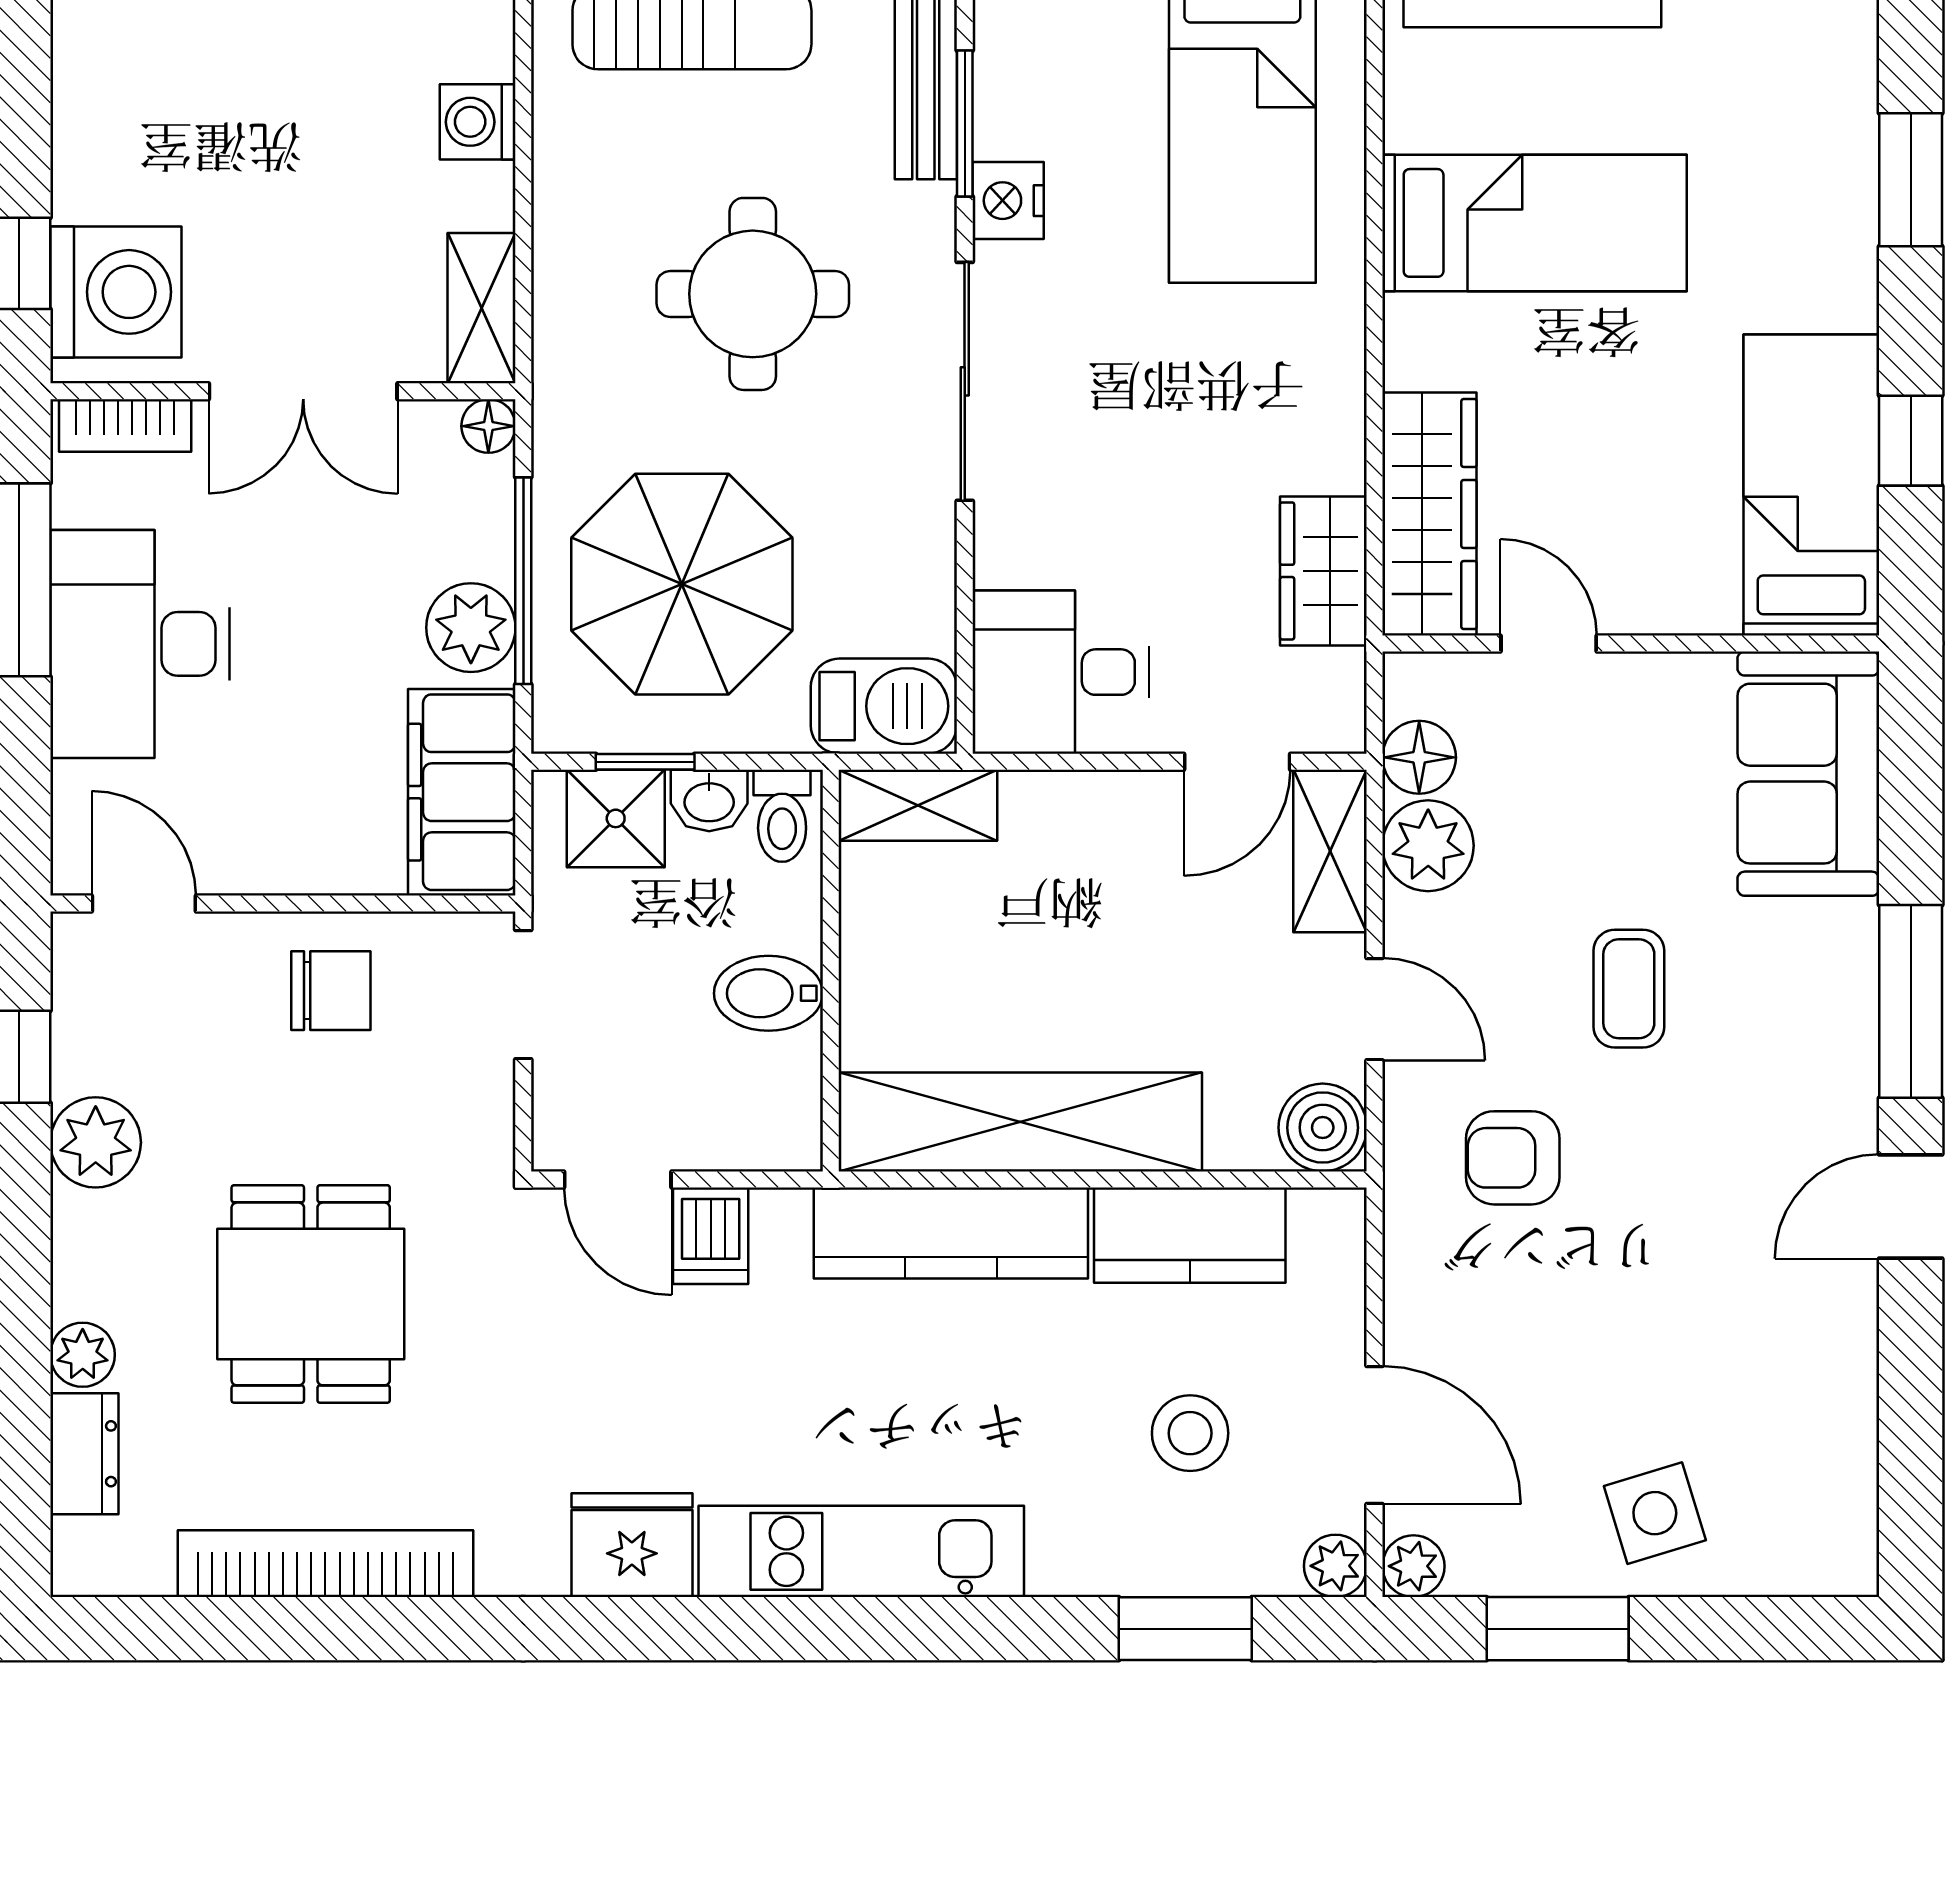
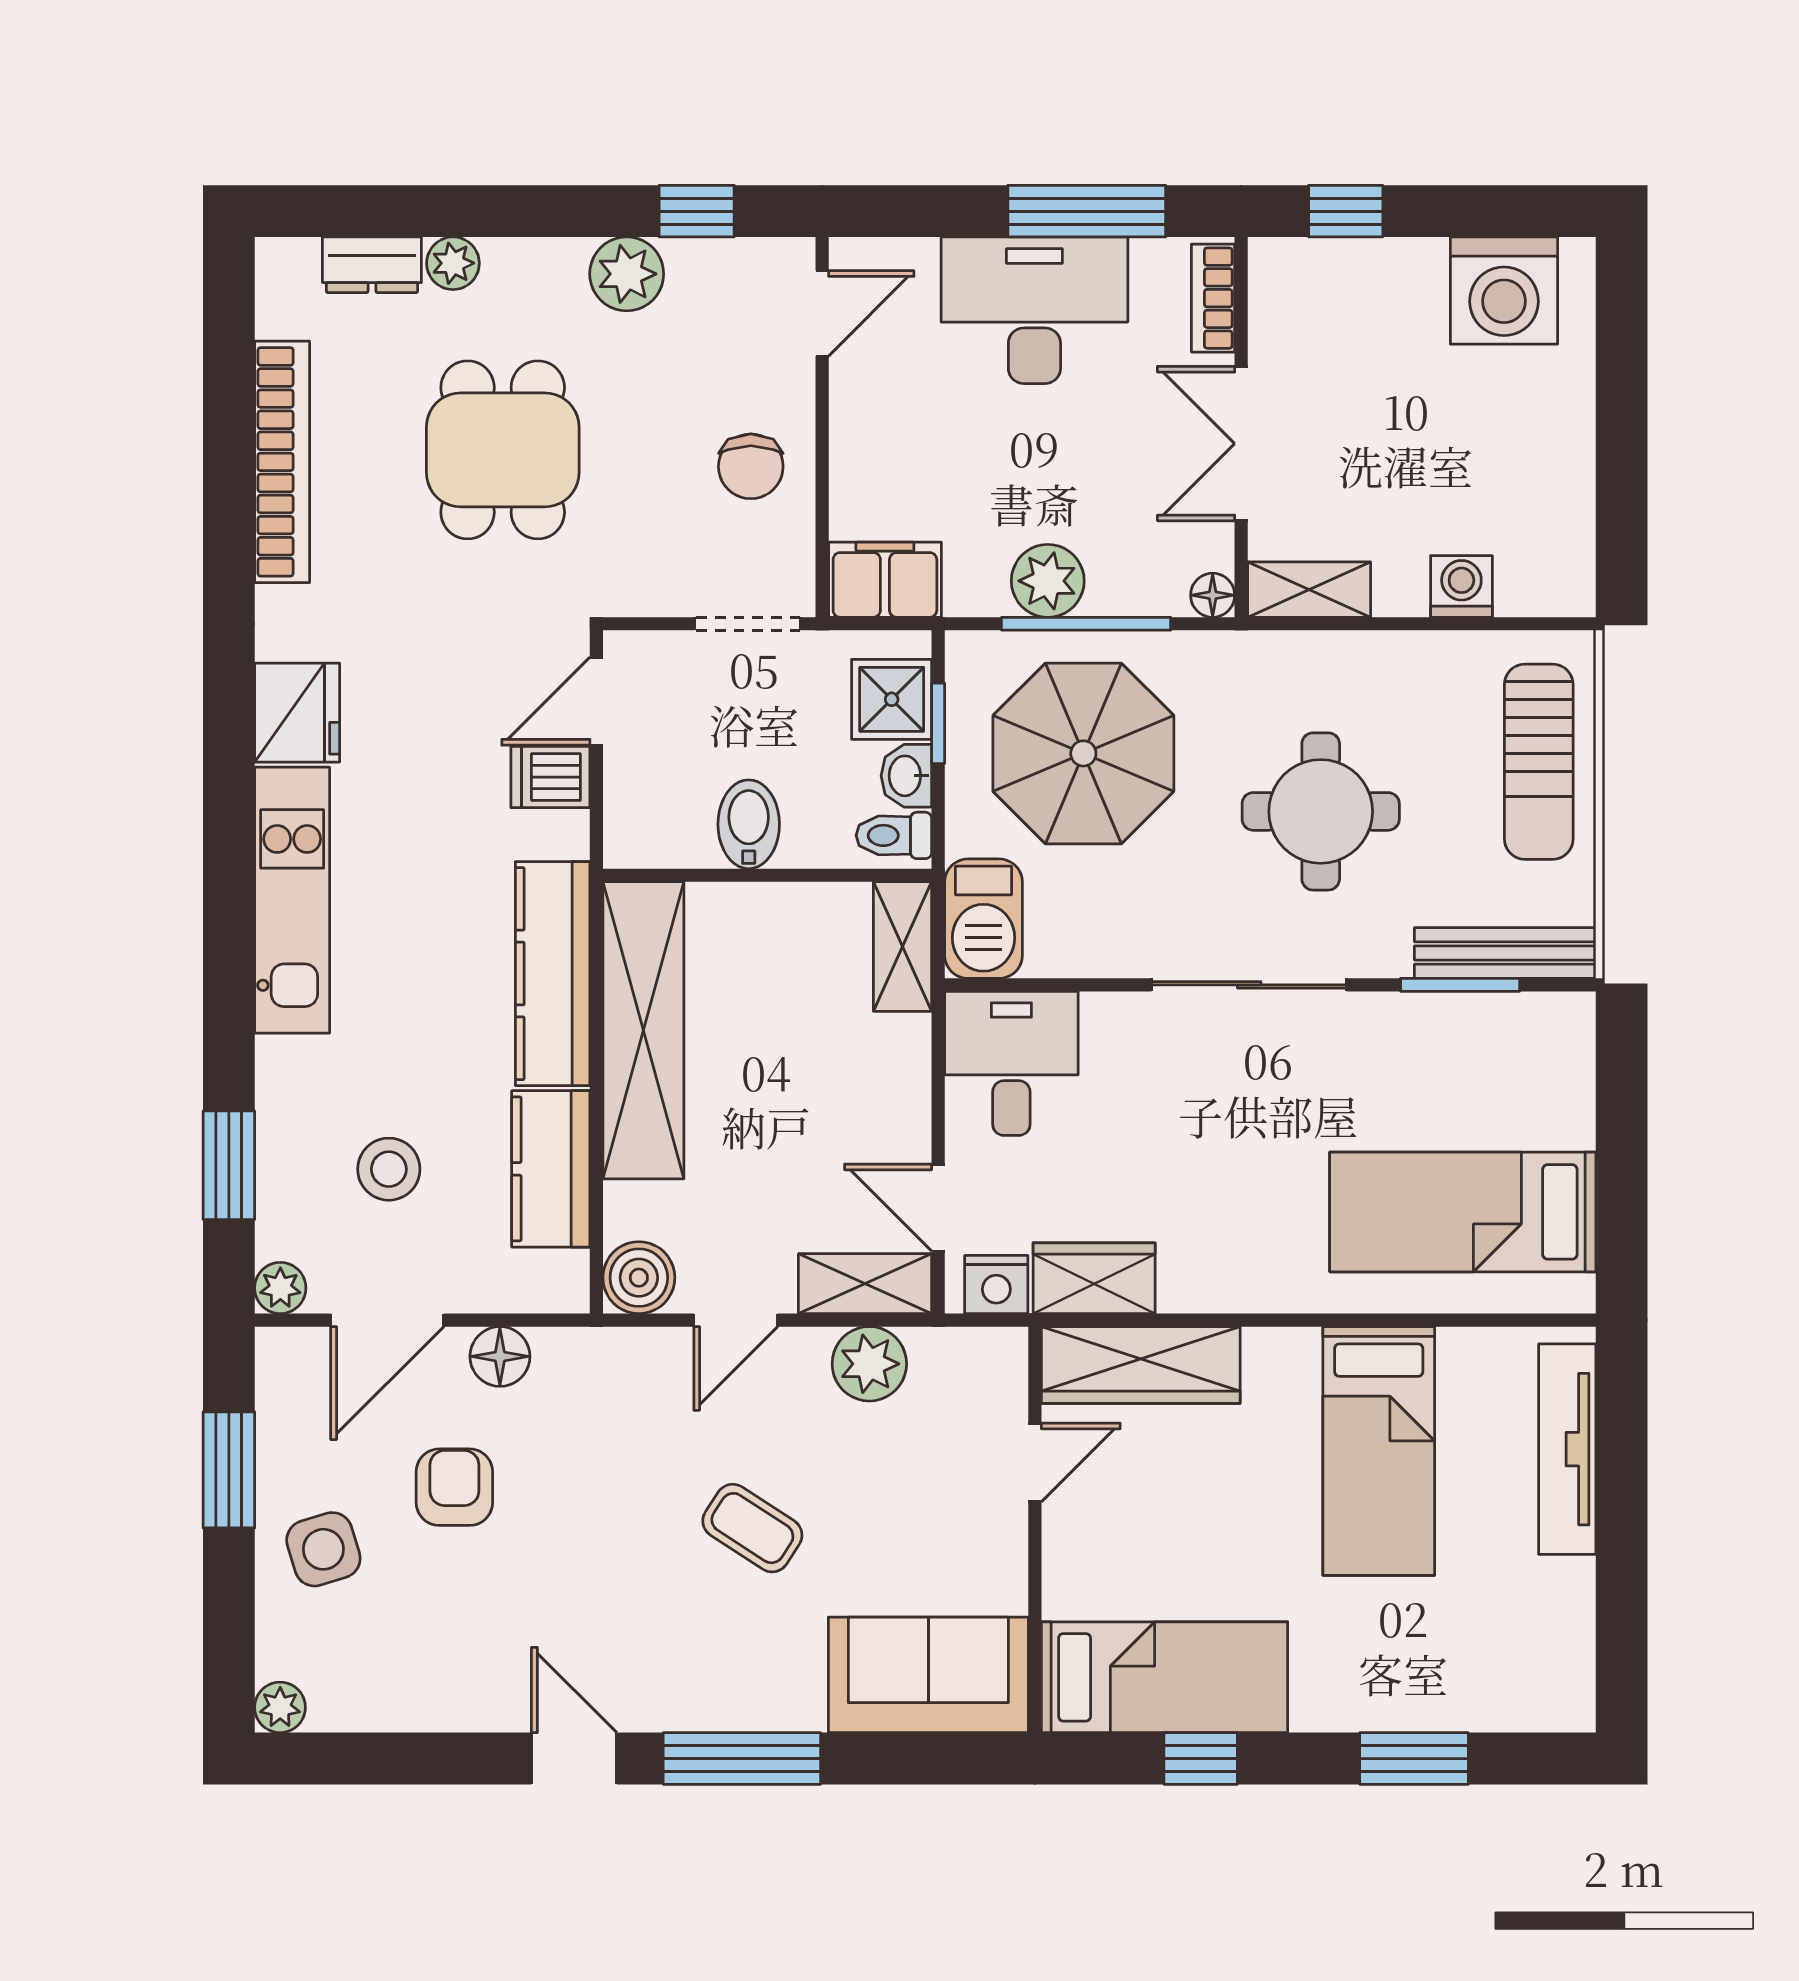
nightstand: (1008, 201) -> (996, 1285), moved, turned 180
washing machine: (116, 292) -> (1504, 291), moved
floor lamp: (1419, 757) -> (500, 1356), moved
filing cabinet: (462, 792) -> (885, 580), width x0.67, depth x0.86
coffee table: (1629, 989) -> (752, 1528), turned 33
armchair: (1513, 1158) -> (454, 1487), moved
dining table: (311, 1294) -> (503, 450), turned 90
plant: (1413, 1566) -> (280, 1707), moved

